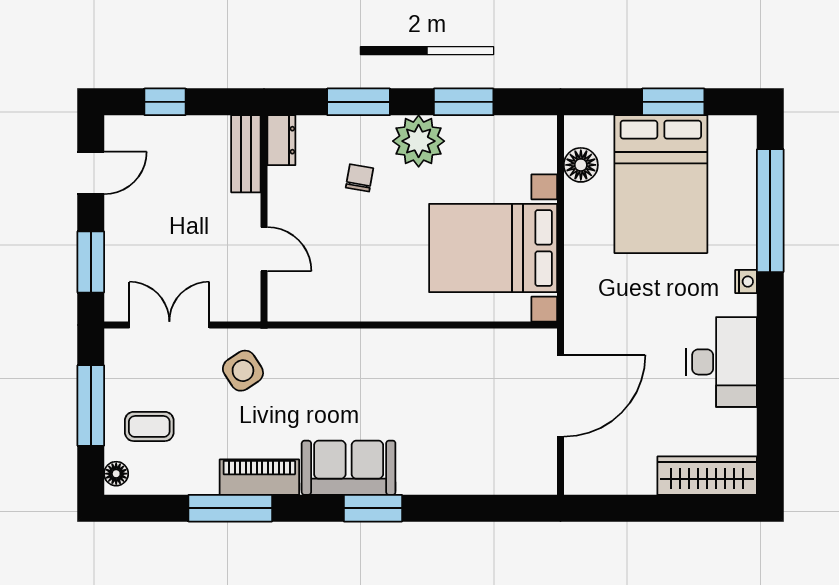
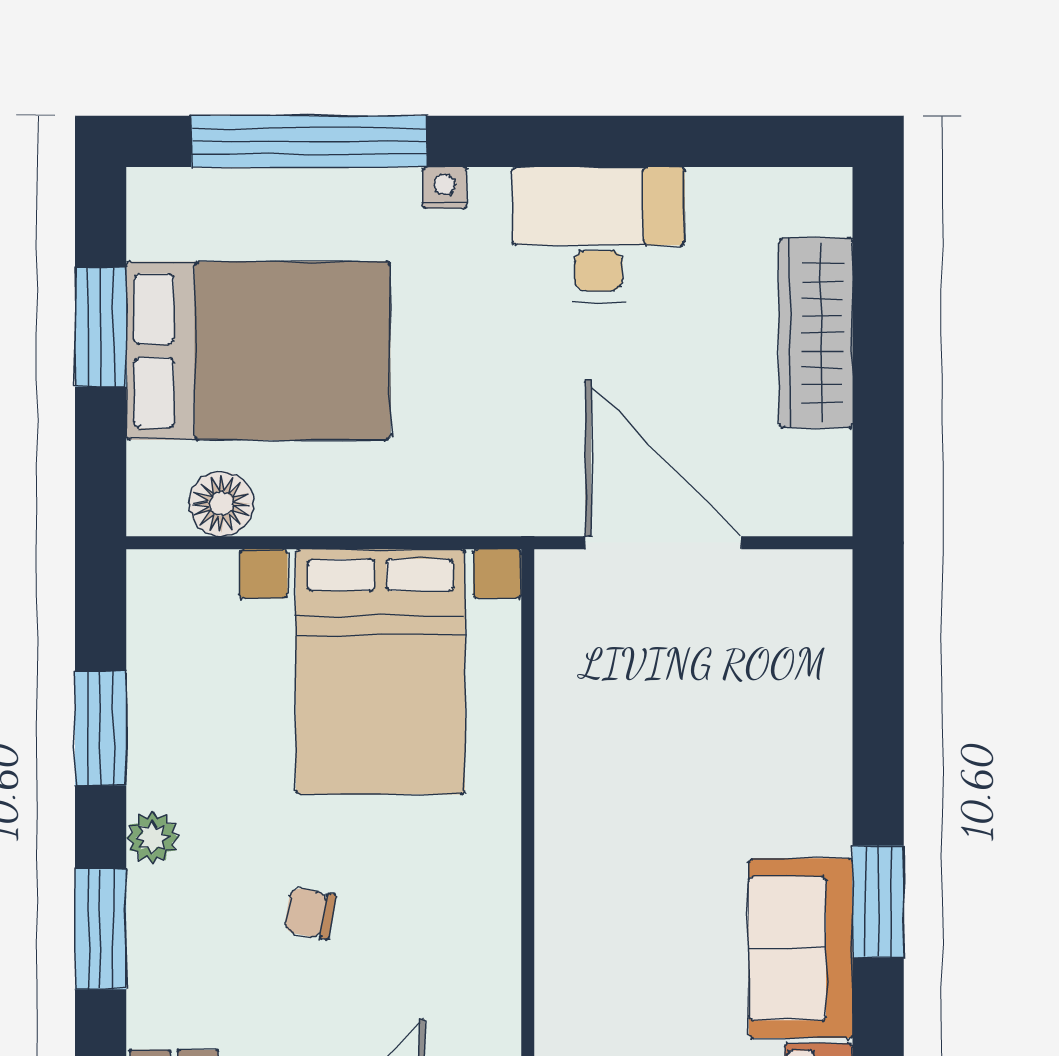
plant: (419, 141) -> (153, 838), width x0.53, depth x0.53
chair: (360, 178) -> (310, 913), moved
wardrobe: (707, 476) -> (816, 333), moved

